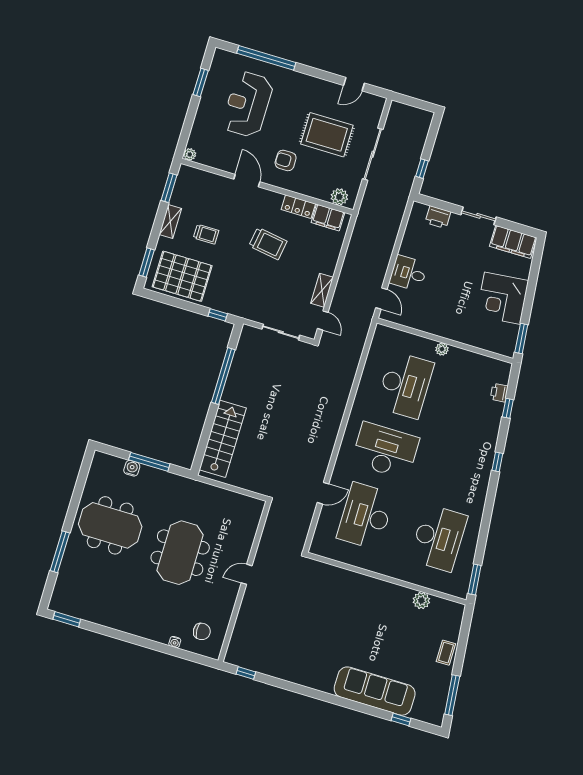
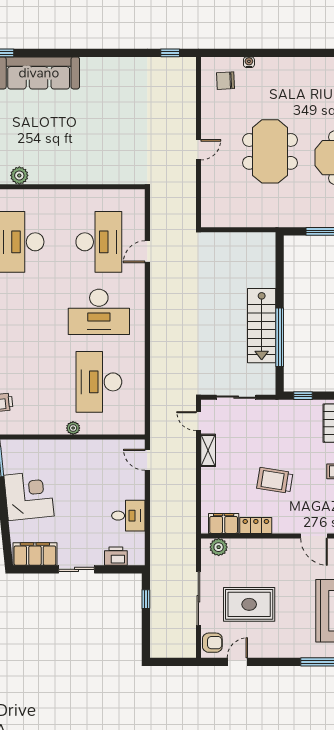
armchair: (286, 160) -> (212, 643), moved
desk: (408, 273) -> (128, 516), moved
stairs: (223, 439) -> (262, 326), moved

